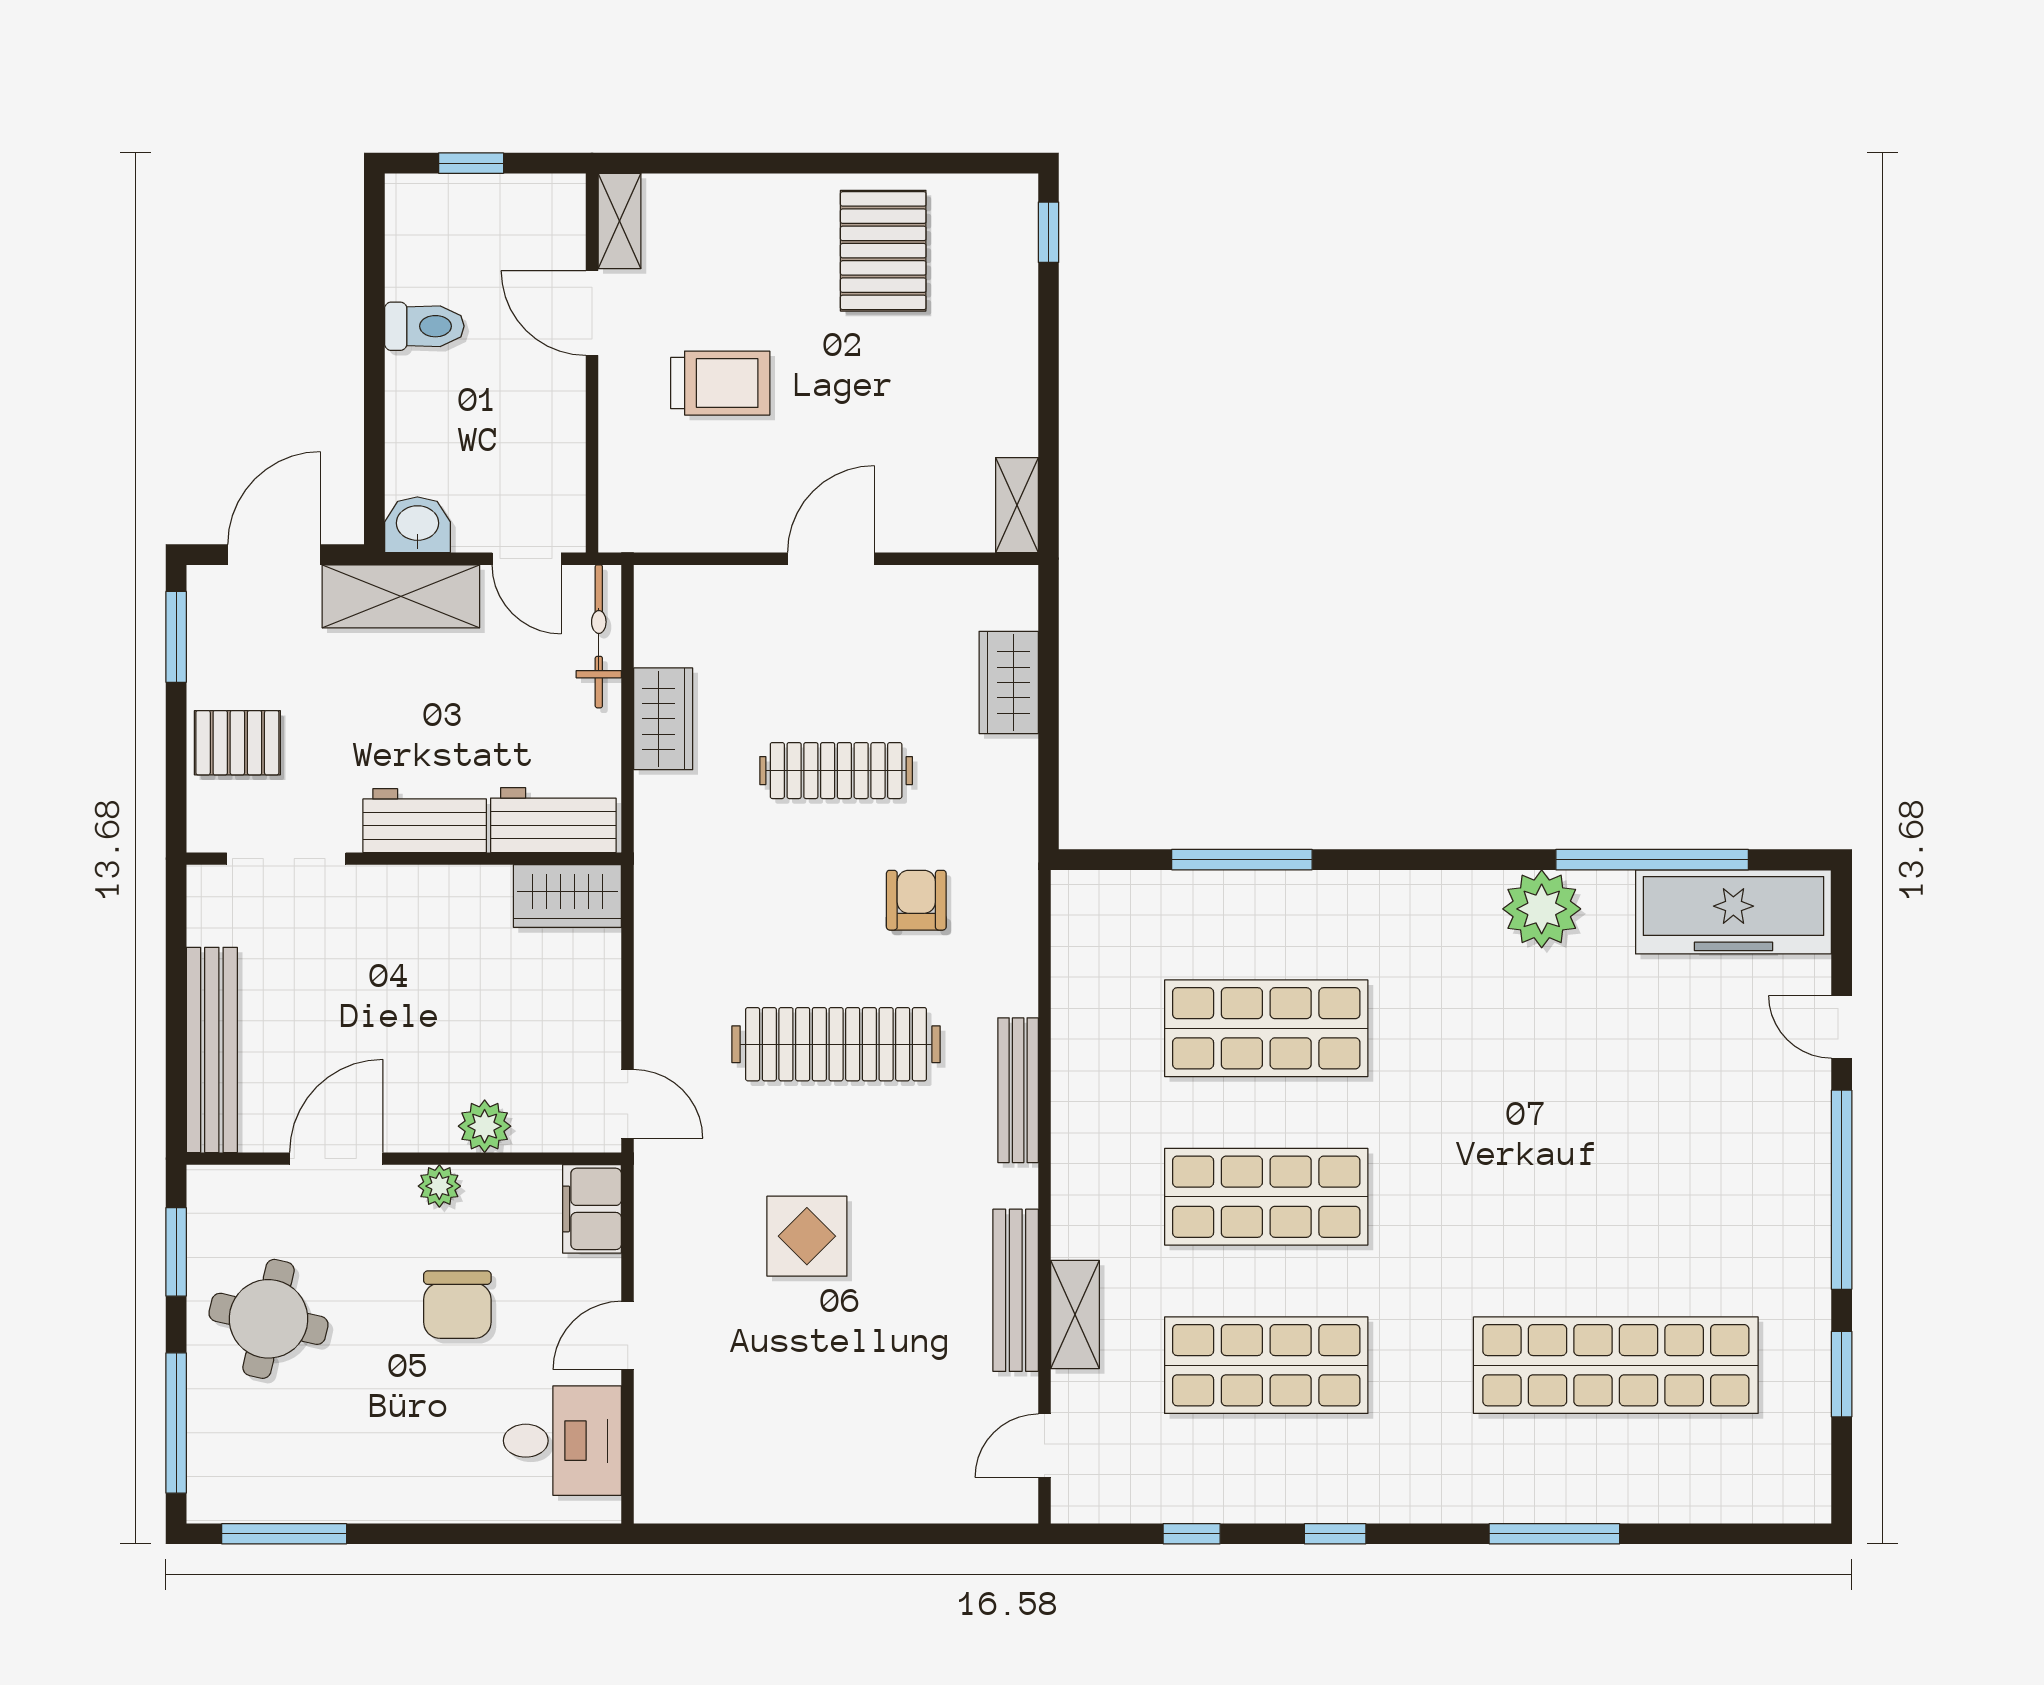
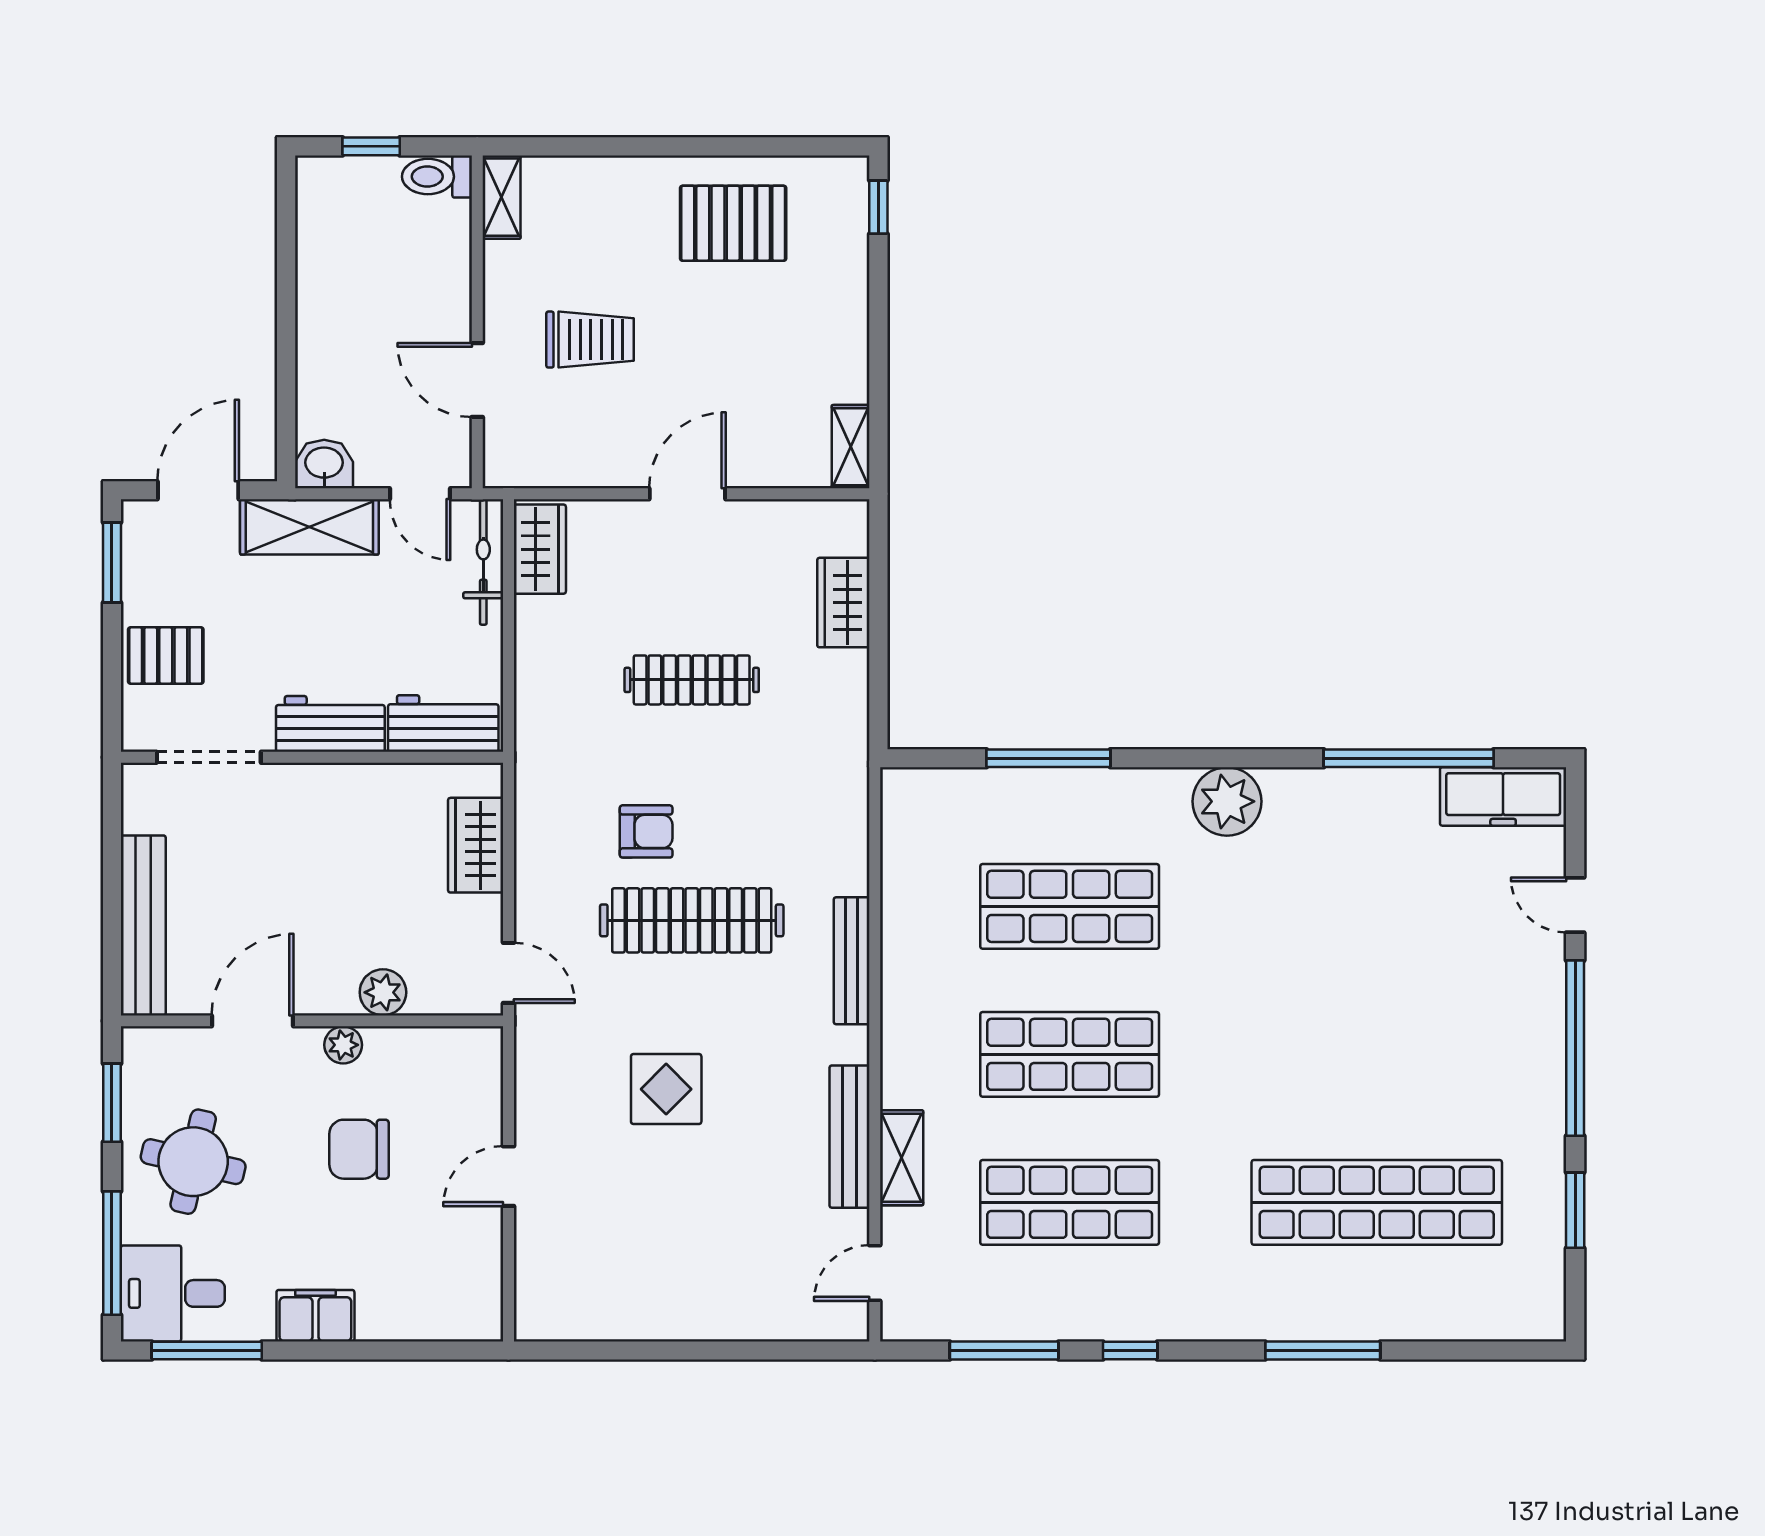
pallet: (883, 251) -> (733, 223), turned 90
door: (592, 313) -> (477, 380), moved
toilet: (424, 326) -> (437, 177), moved, turned 180
wardrobe: (663, 719) -> (540, 549), moved
wardrobe: (567, 896) -> (476, 845), moved, turned 90
armchair: (916, 900) -> (646, 831), moved, turned 90
plant: (1542, 909) -> (1227, 801), moved
freezer: (1733, 912) -> (1503, 796), width x0.73, depth x0.79
filing cabinet: (592, 1209) -> (315, 1316), moved, turned 90
chair: (457, 1305) -> (359, 1149), turned 90
desk: (562, 1441) -> (173, 1293), moved, turned 180
window: (1192, 1534) -> (1004, 1350), width x2.17

